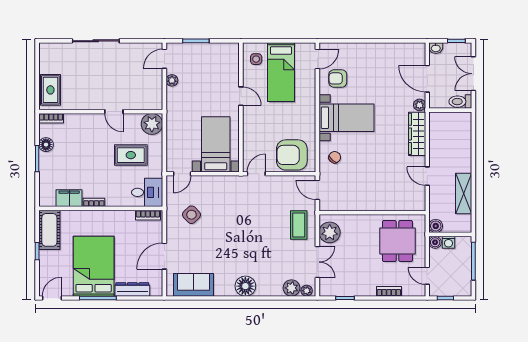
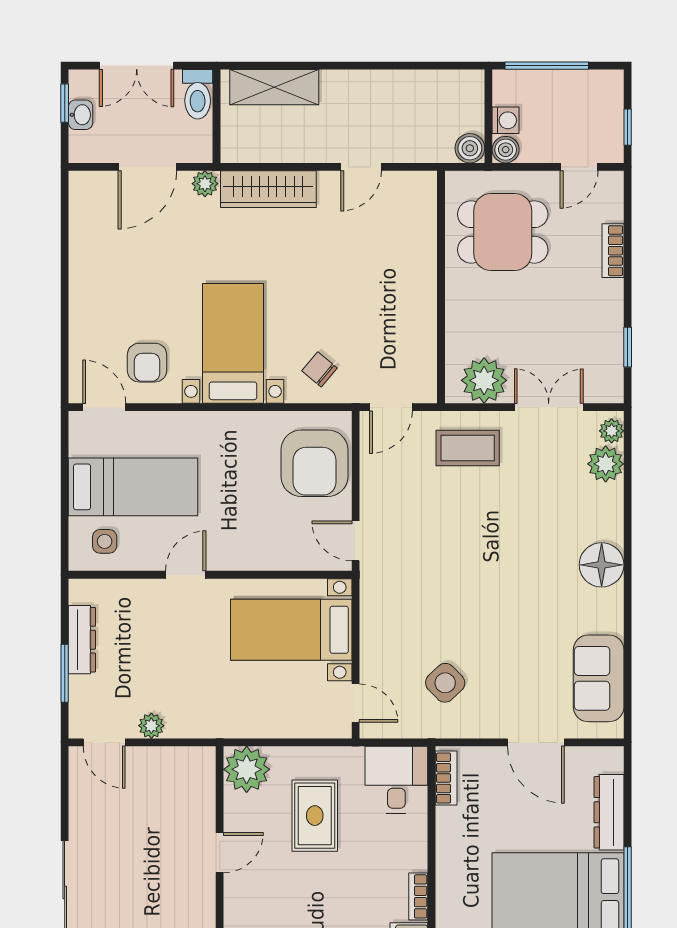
washbasin: (436, 48) -> (81, 115), moved
dresser: (211, 49) -> (82, 640), added
shelving: (464, 193) -> (274, 87), moved

